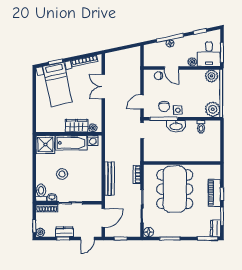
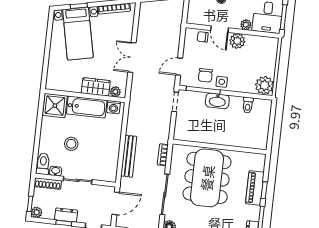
plant: (212, 76) -> (237, 41), moved
double door: (103, 87) -> (132, 57), moved

